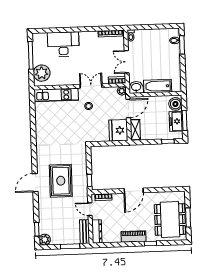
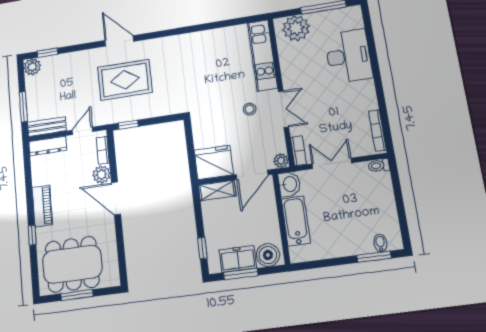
door: (128, 108) -> (252, 175), hinge flipped
plant: (118, 199) -> (101, 174), added

